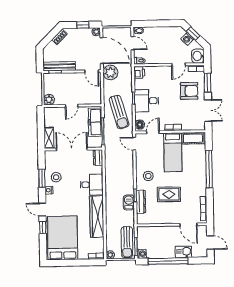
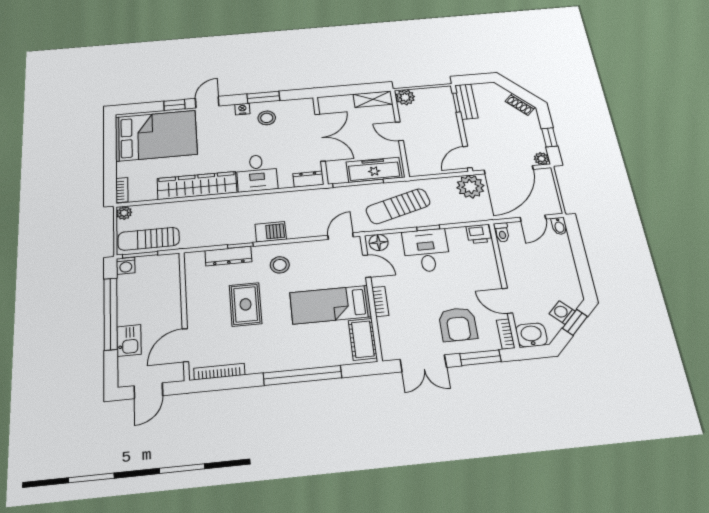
bench: (59, 66) -> (466, 102), width x0.73
shelving: (49, 138) -> (373, 99), moved
barbecue: (129, 203) -> (271, 232), moved

